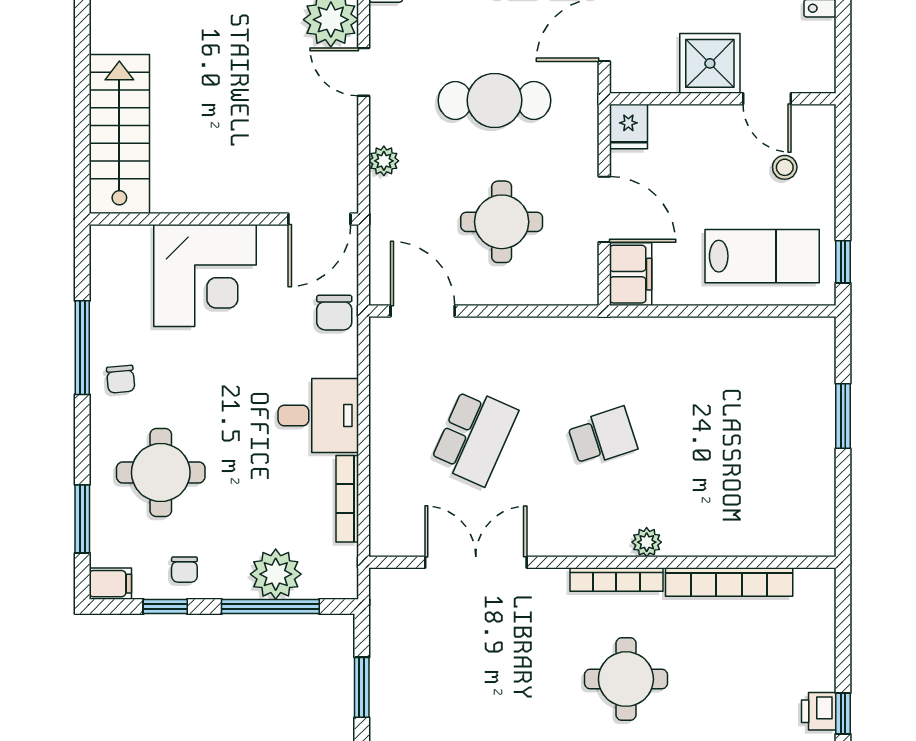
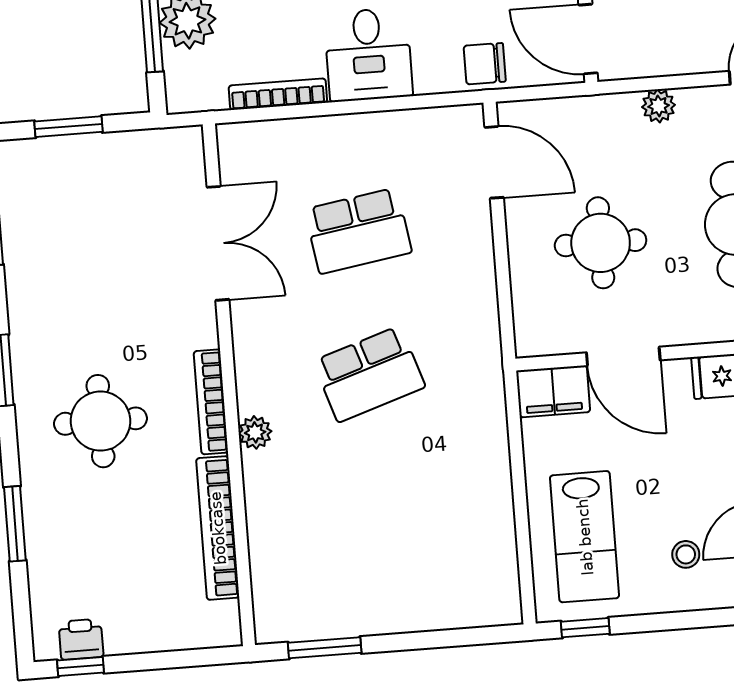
door: (604, 209) -> (623, 356), hinge flipped
door: (423, 311) -> (494, 162), hinge flipped
window: (843, 416) -> (325, 648), moved
school desk: (474, 437) -> (358, 231), turned -33
school desk: (602, 437) -> (369, 374), width x1.85

